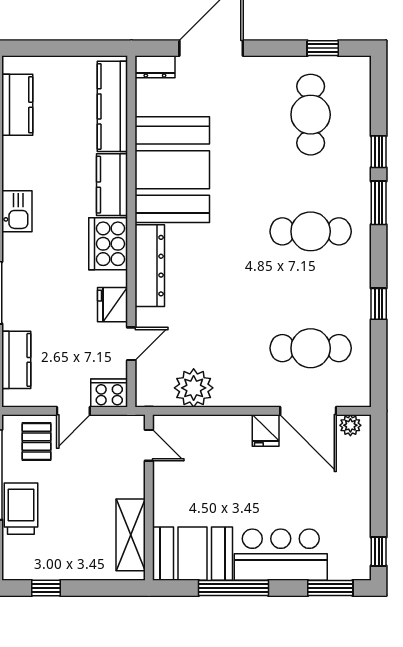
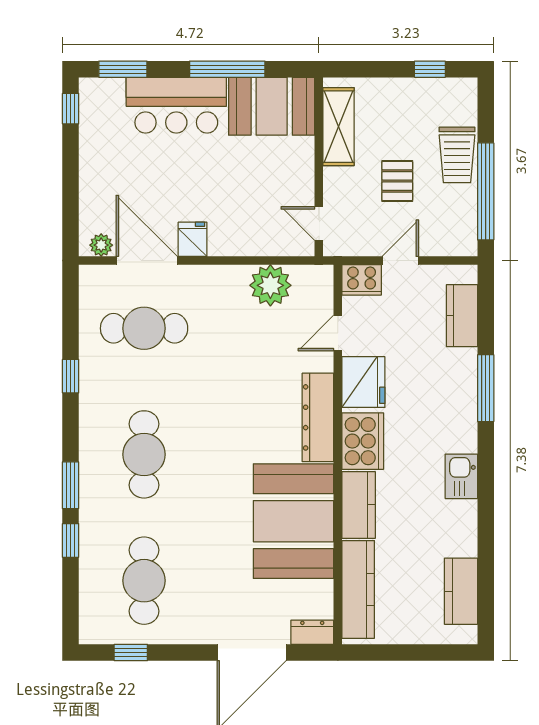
cafe table: (311, 231) -> (144, 454), turned 90
fridge: (113, 305) -> (363, 382), width x1.36, depth x1.34
pallet: (37, 442) -> (397, 181), moved

